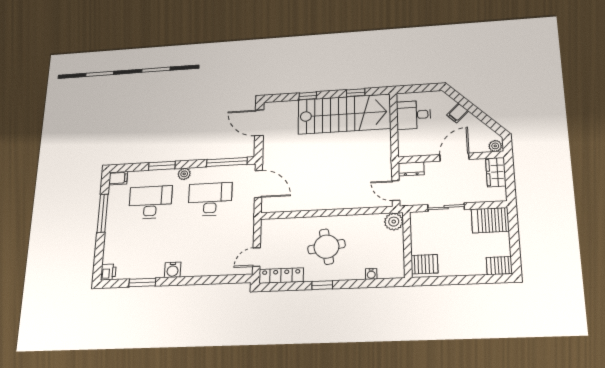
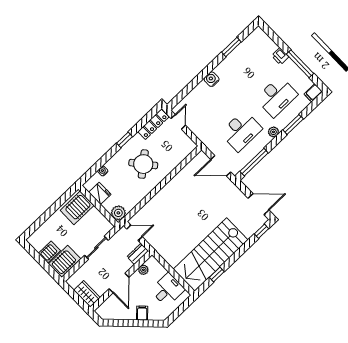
window: (308, 96) -> (261, 231), moved
plant: (495, 146) -> (143, 270), moved
round table: (326, 247) -> (143, 164), turned -30
fridge: (394, 255) -> (100, 193), added
server rack: (424, 264) -> (77, 208), width x1.36, depth x1.44
server rack: (499, 266) -> (49, 252), moved
water cooler: (173, 270) -> (212, 79), moved
printer: (108, 272) -> (280, 56), moved

